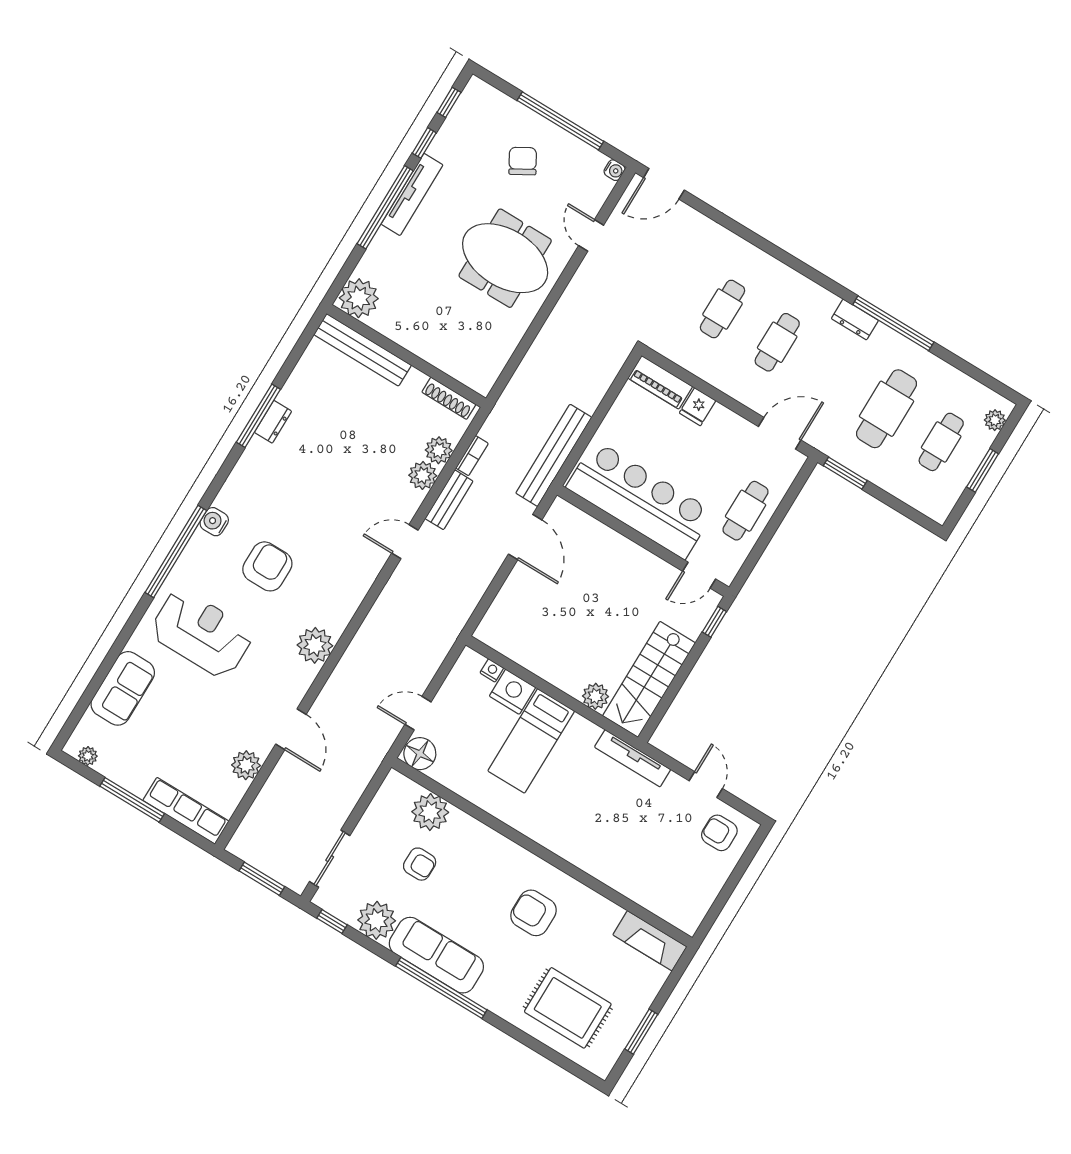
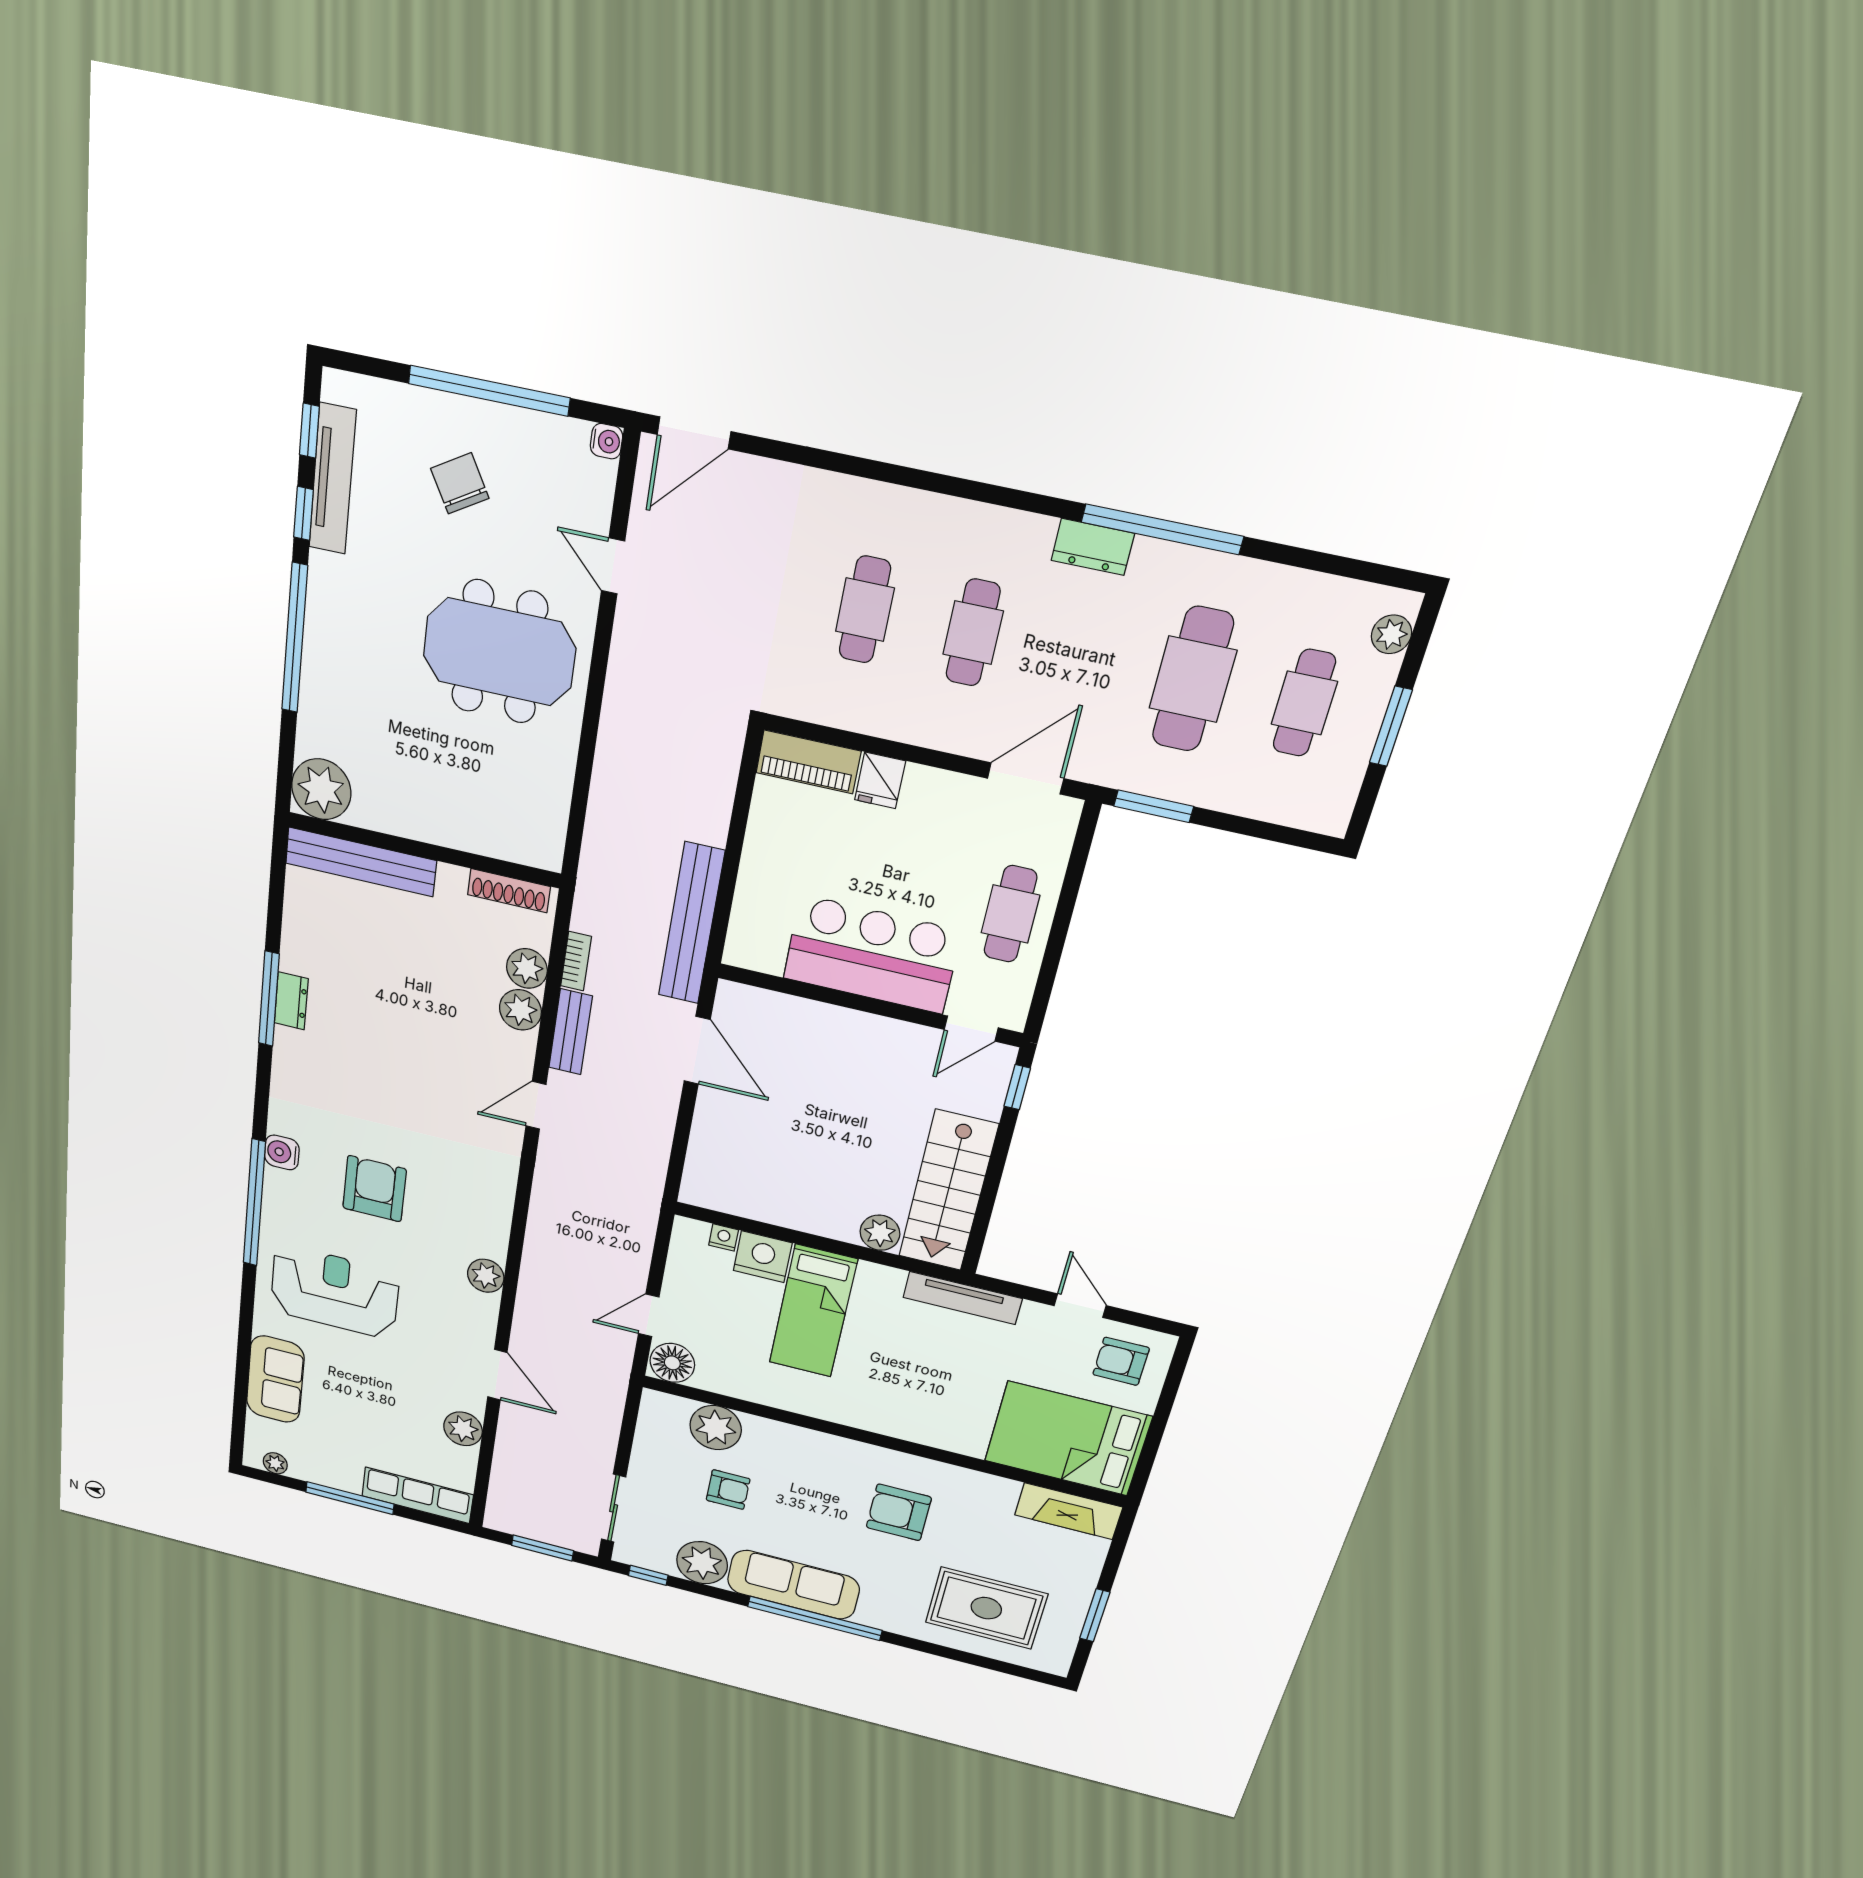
tv unit: (412, 194) -> (332, 479), moved
bar counter: (640, 500) -> (872, 954), width x0.73
plant: (315, 645) -> (486, 1276), width x0.73, depth x0.73
bed: (667, 883) -> (1068, 1439), added

